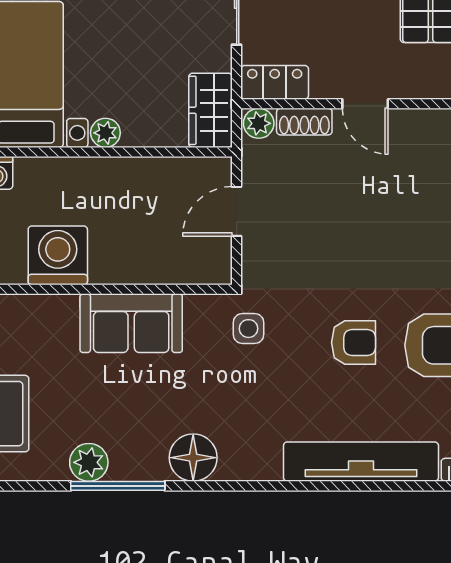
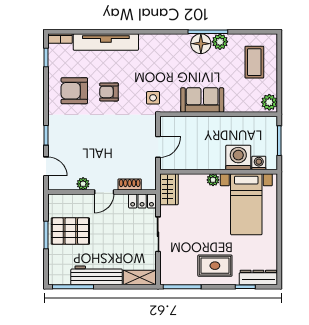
door: (365, 104) -> (104, 192), swing flipped
plant: (259, 123) -> (83, 184), moved
washing machine: (58, 255) -> (238, 158), moved, turned 180
floor lamp: (193, 458) -> (201, 44), moved

